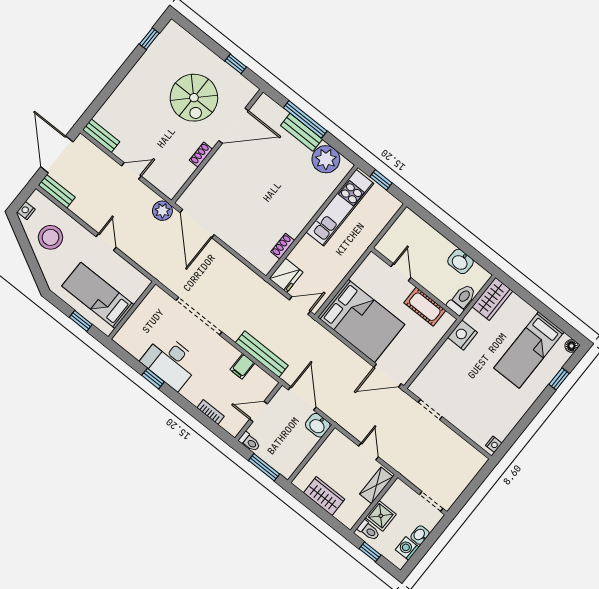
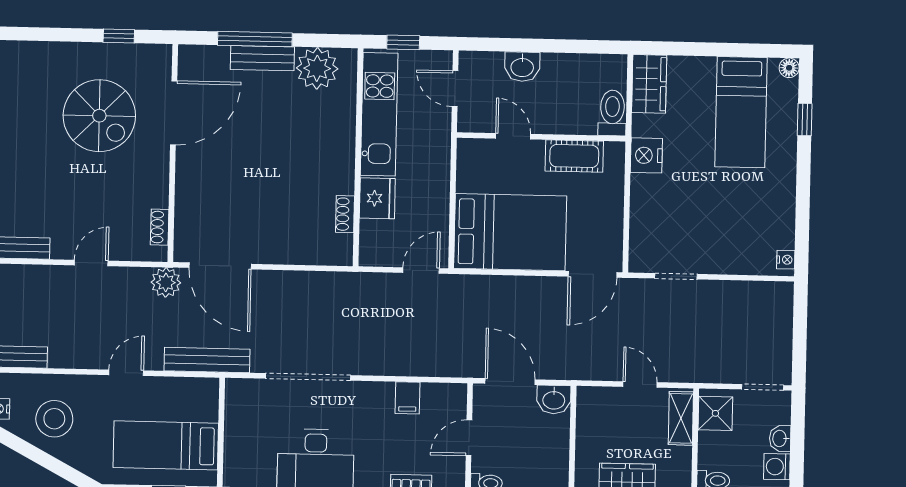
shoe rack: (201, 155) -> (160, 227), moved
door: (390, 224) -> (455, 89), added
door: (106, 242) -> (126, 373), hinge flipped
washbasin: (461, 261) -> (522, 67), moved
fridge: (286, 275) -> (377, 198), moved
bench: (262, 354) -> (207, 360), moved
shower: (381, 516) -> (715, 413), moved

